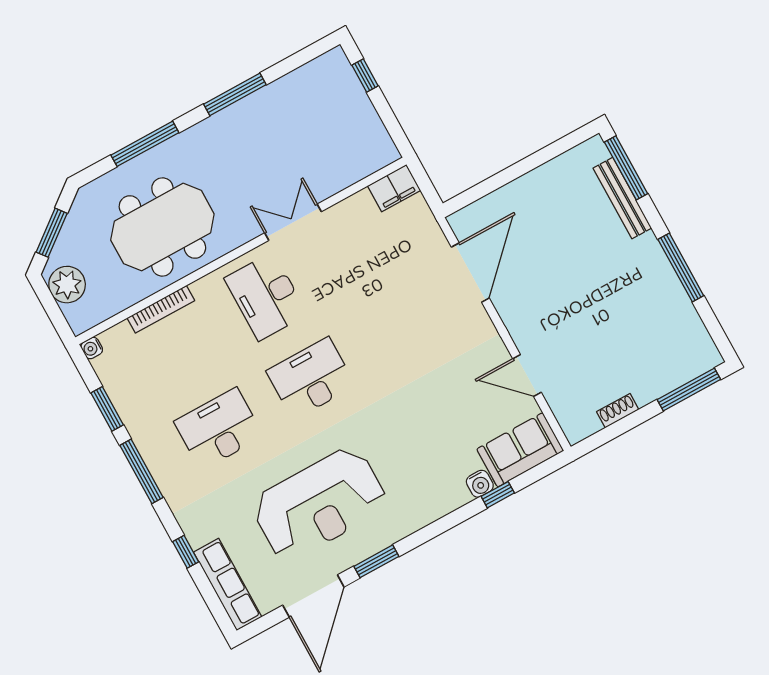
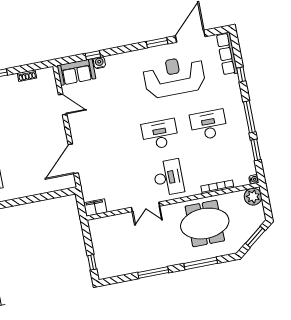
plant: (67, 285) -> (253, 197), moved
desk: (311, 378) -> (160, 134), turned 180
desk: (219, 429) -> (209, 125), turned 180

